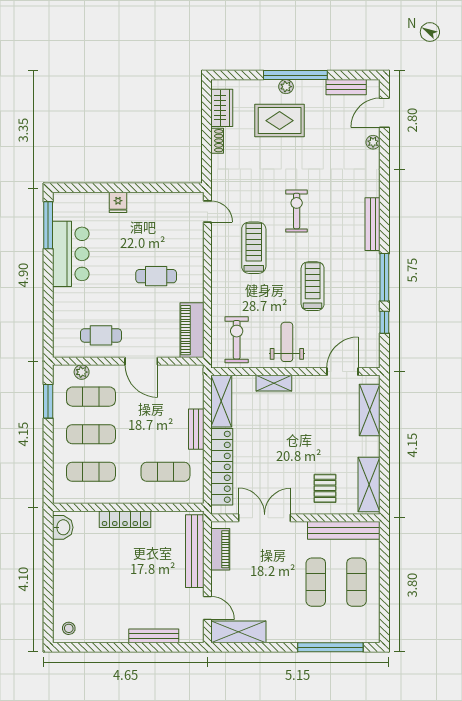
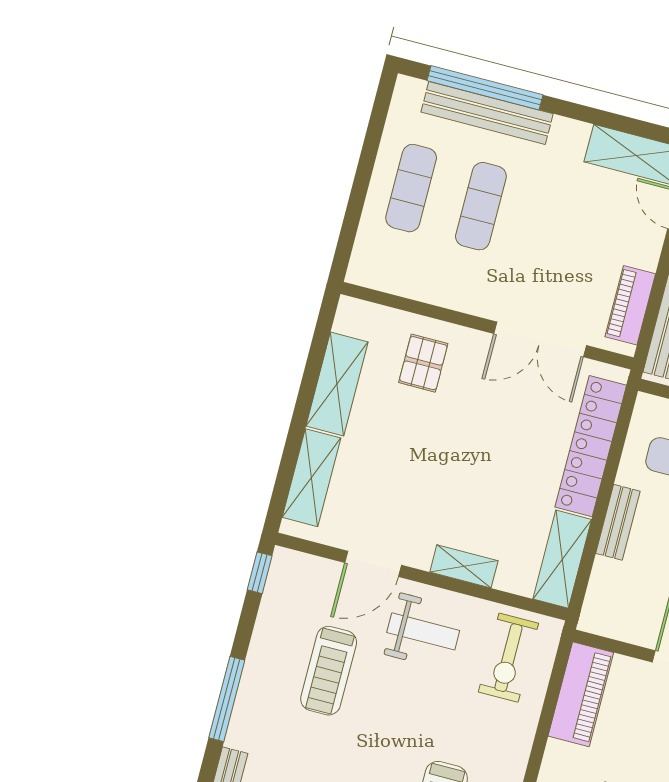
treadmill: (313, 286) -> (329, 671), moved
window: (384, 322) -> (260, 573), moved
weight bench: (287, 342) -> (423, 631), turned -90
door: (342, 372) -> (373, 564), moved
shelving: (369, 485) -> (337, 384), moved
bench: (344, 530) -> (487, 113), moved

